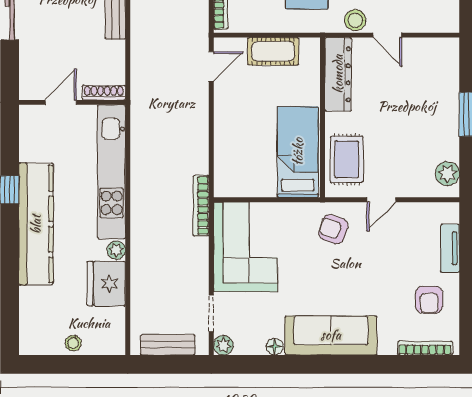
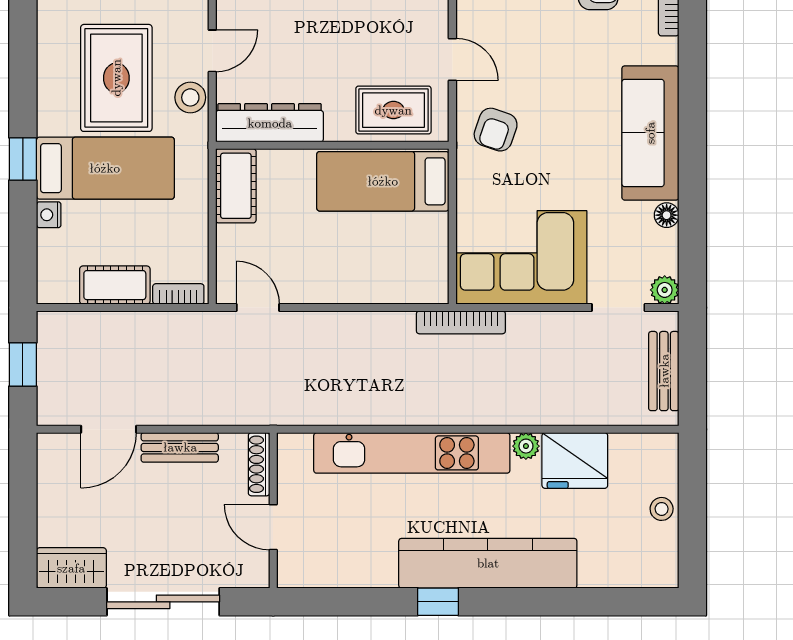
cot: (273, 51) -> (236, 186), moved
shoe rack: (104, 93) -> (259, 464), moved
door: (61, 102) -> (273, 527), moved
wall: (72, 102) -> (273, 510), moved

